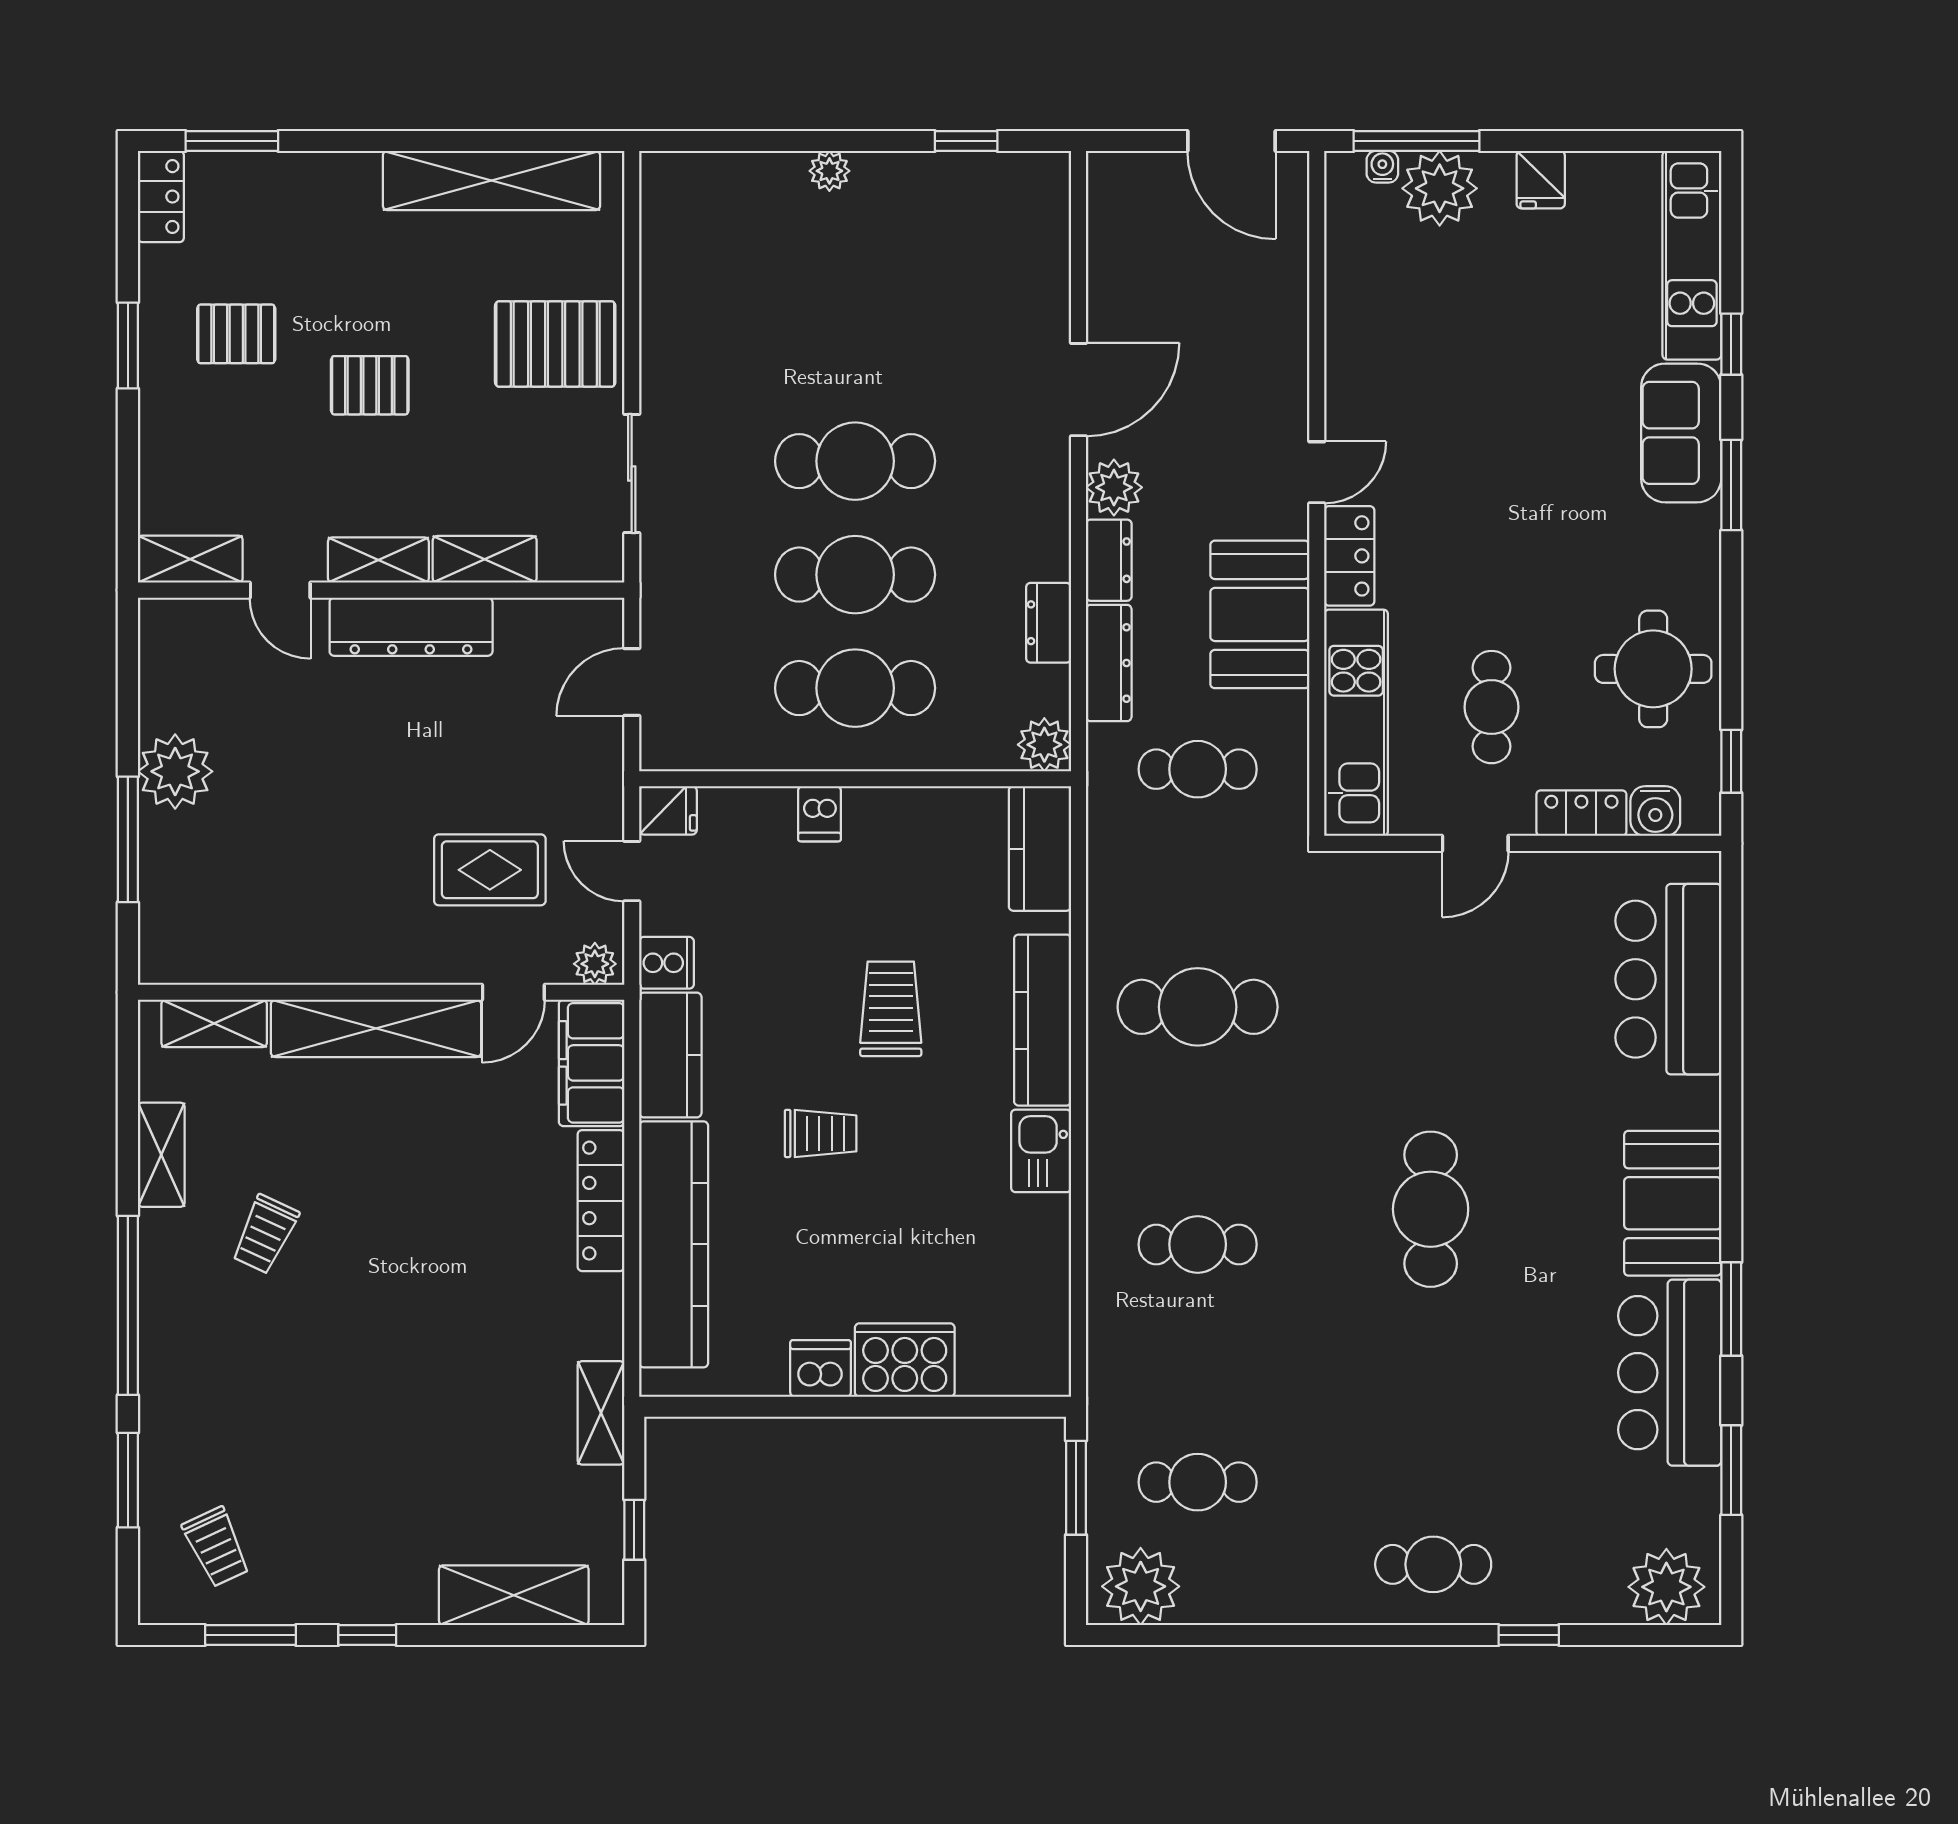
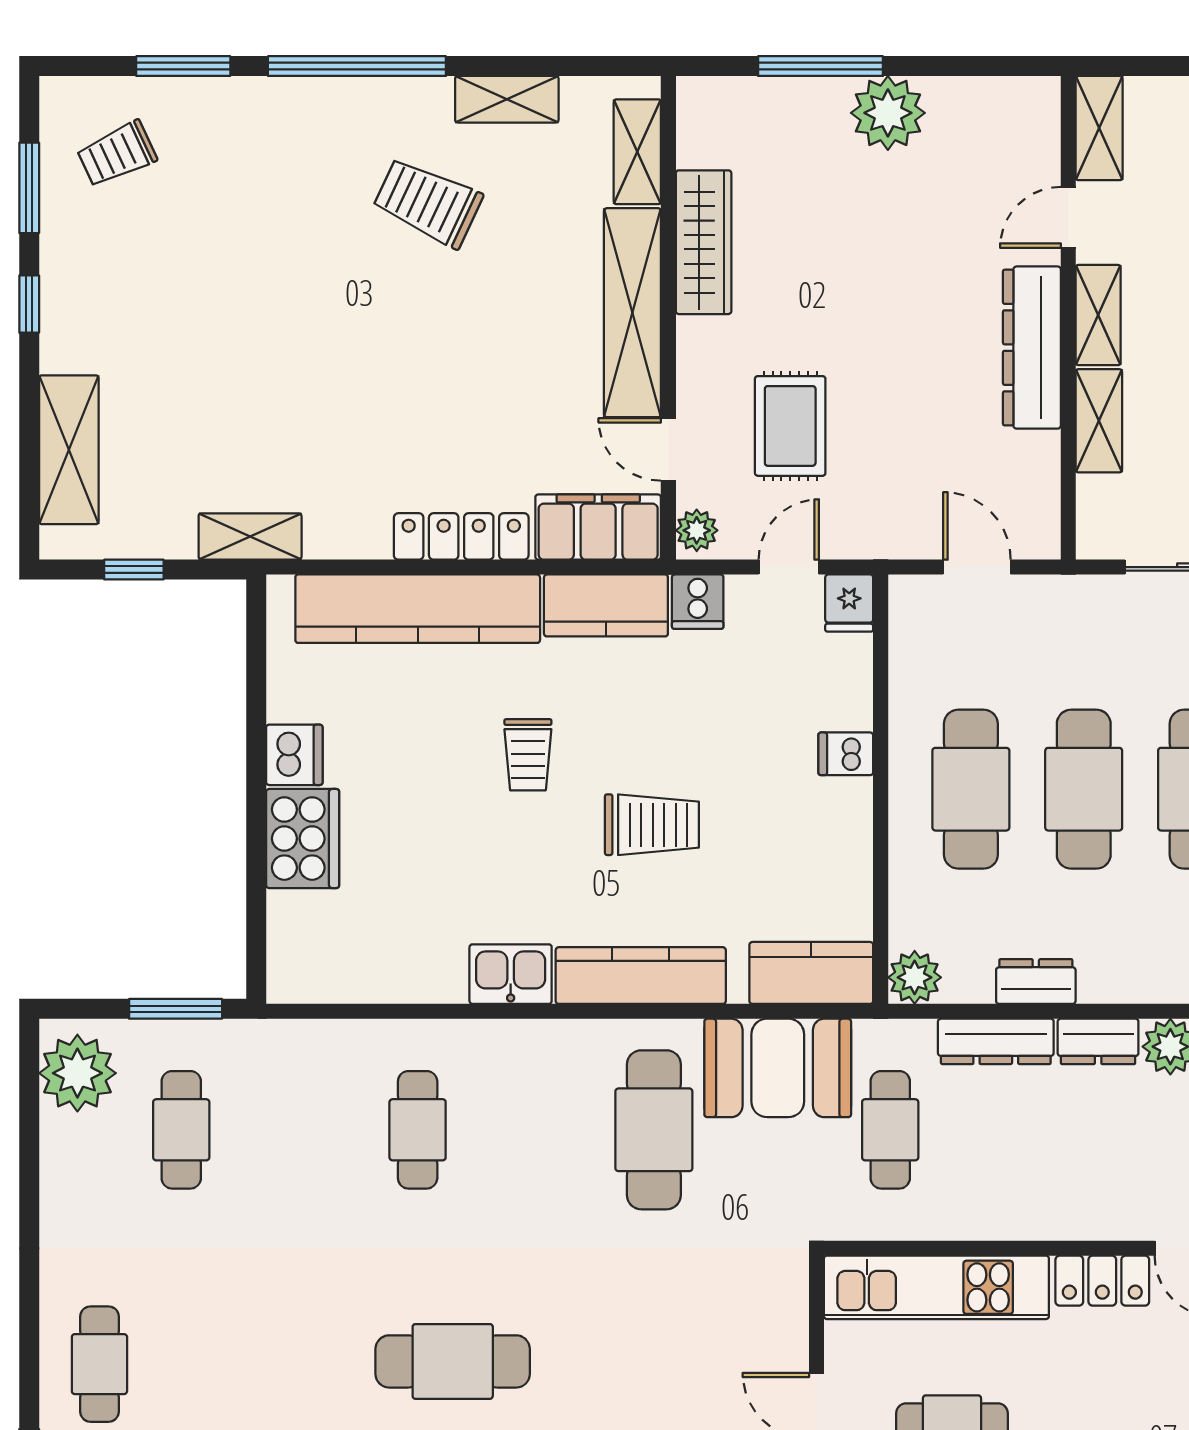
booth: (1260, 614) -> (778, 1068), moved
wardrobe: (305, 957) -> (704, 242), added
trolley: (265, 1234) -> (428, 202), width x1.36, depth x1.39

